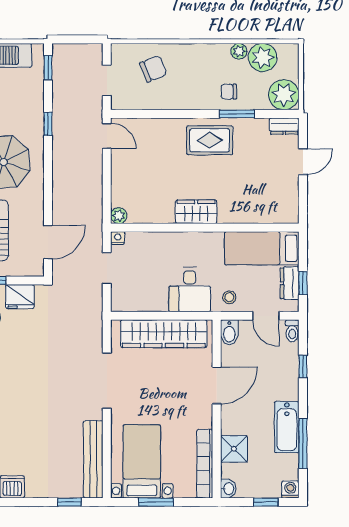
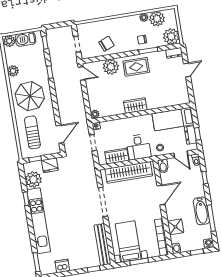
chair: (153, 69) -> (107, 44), moved
plant: (163, 133) -> (111, 67), added
wardrobe: (146, 300) -> (117, 156), added

